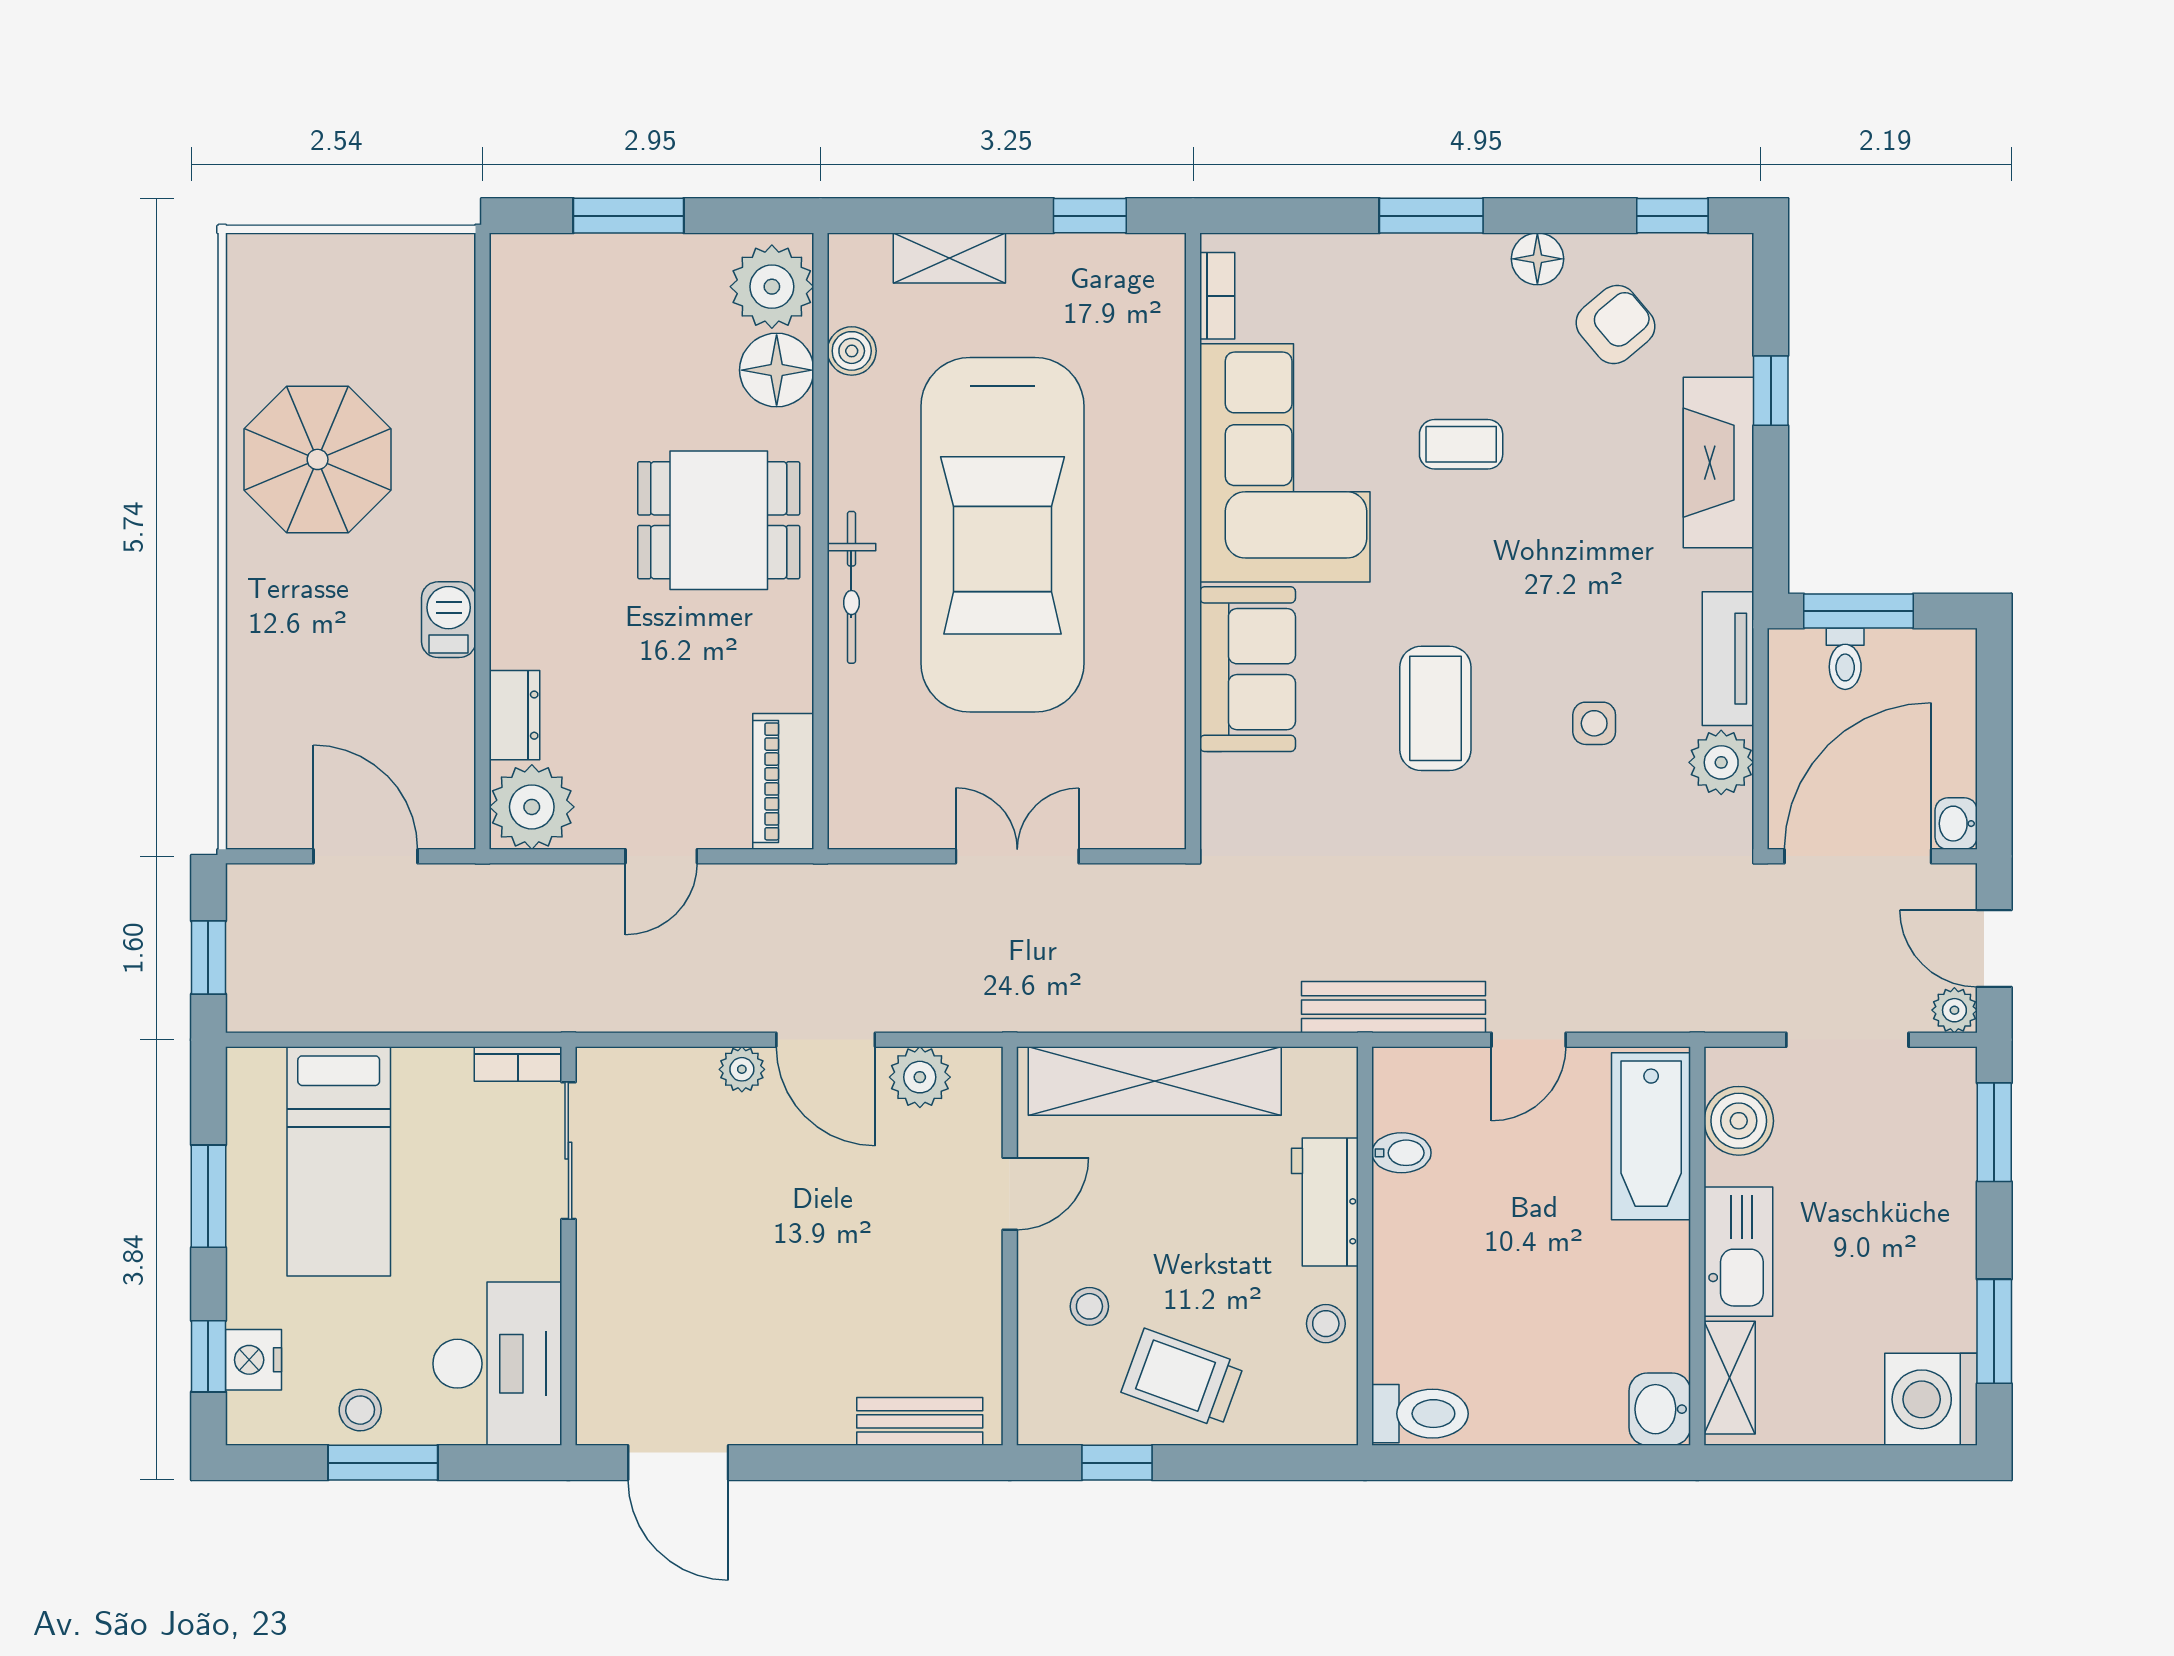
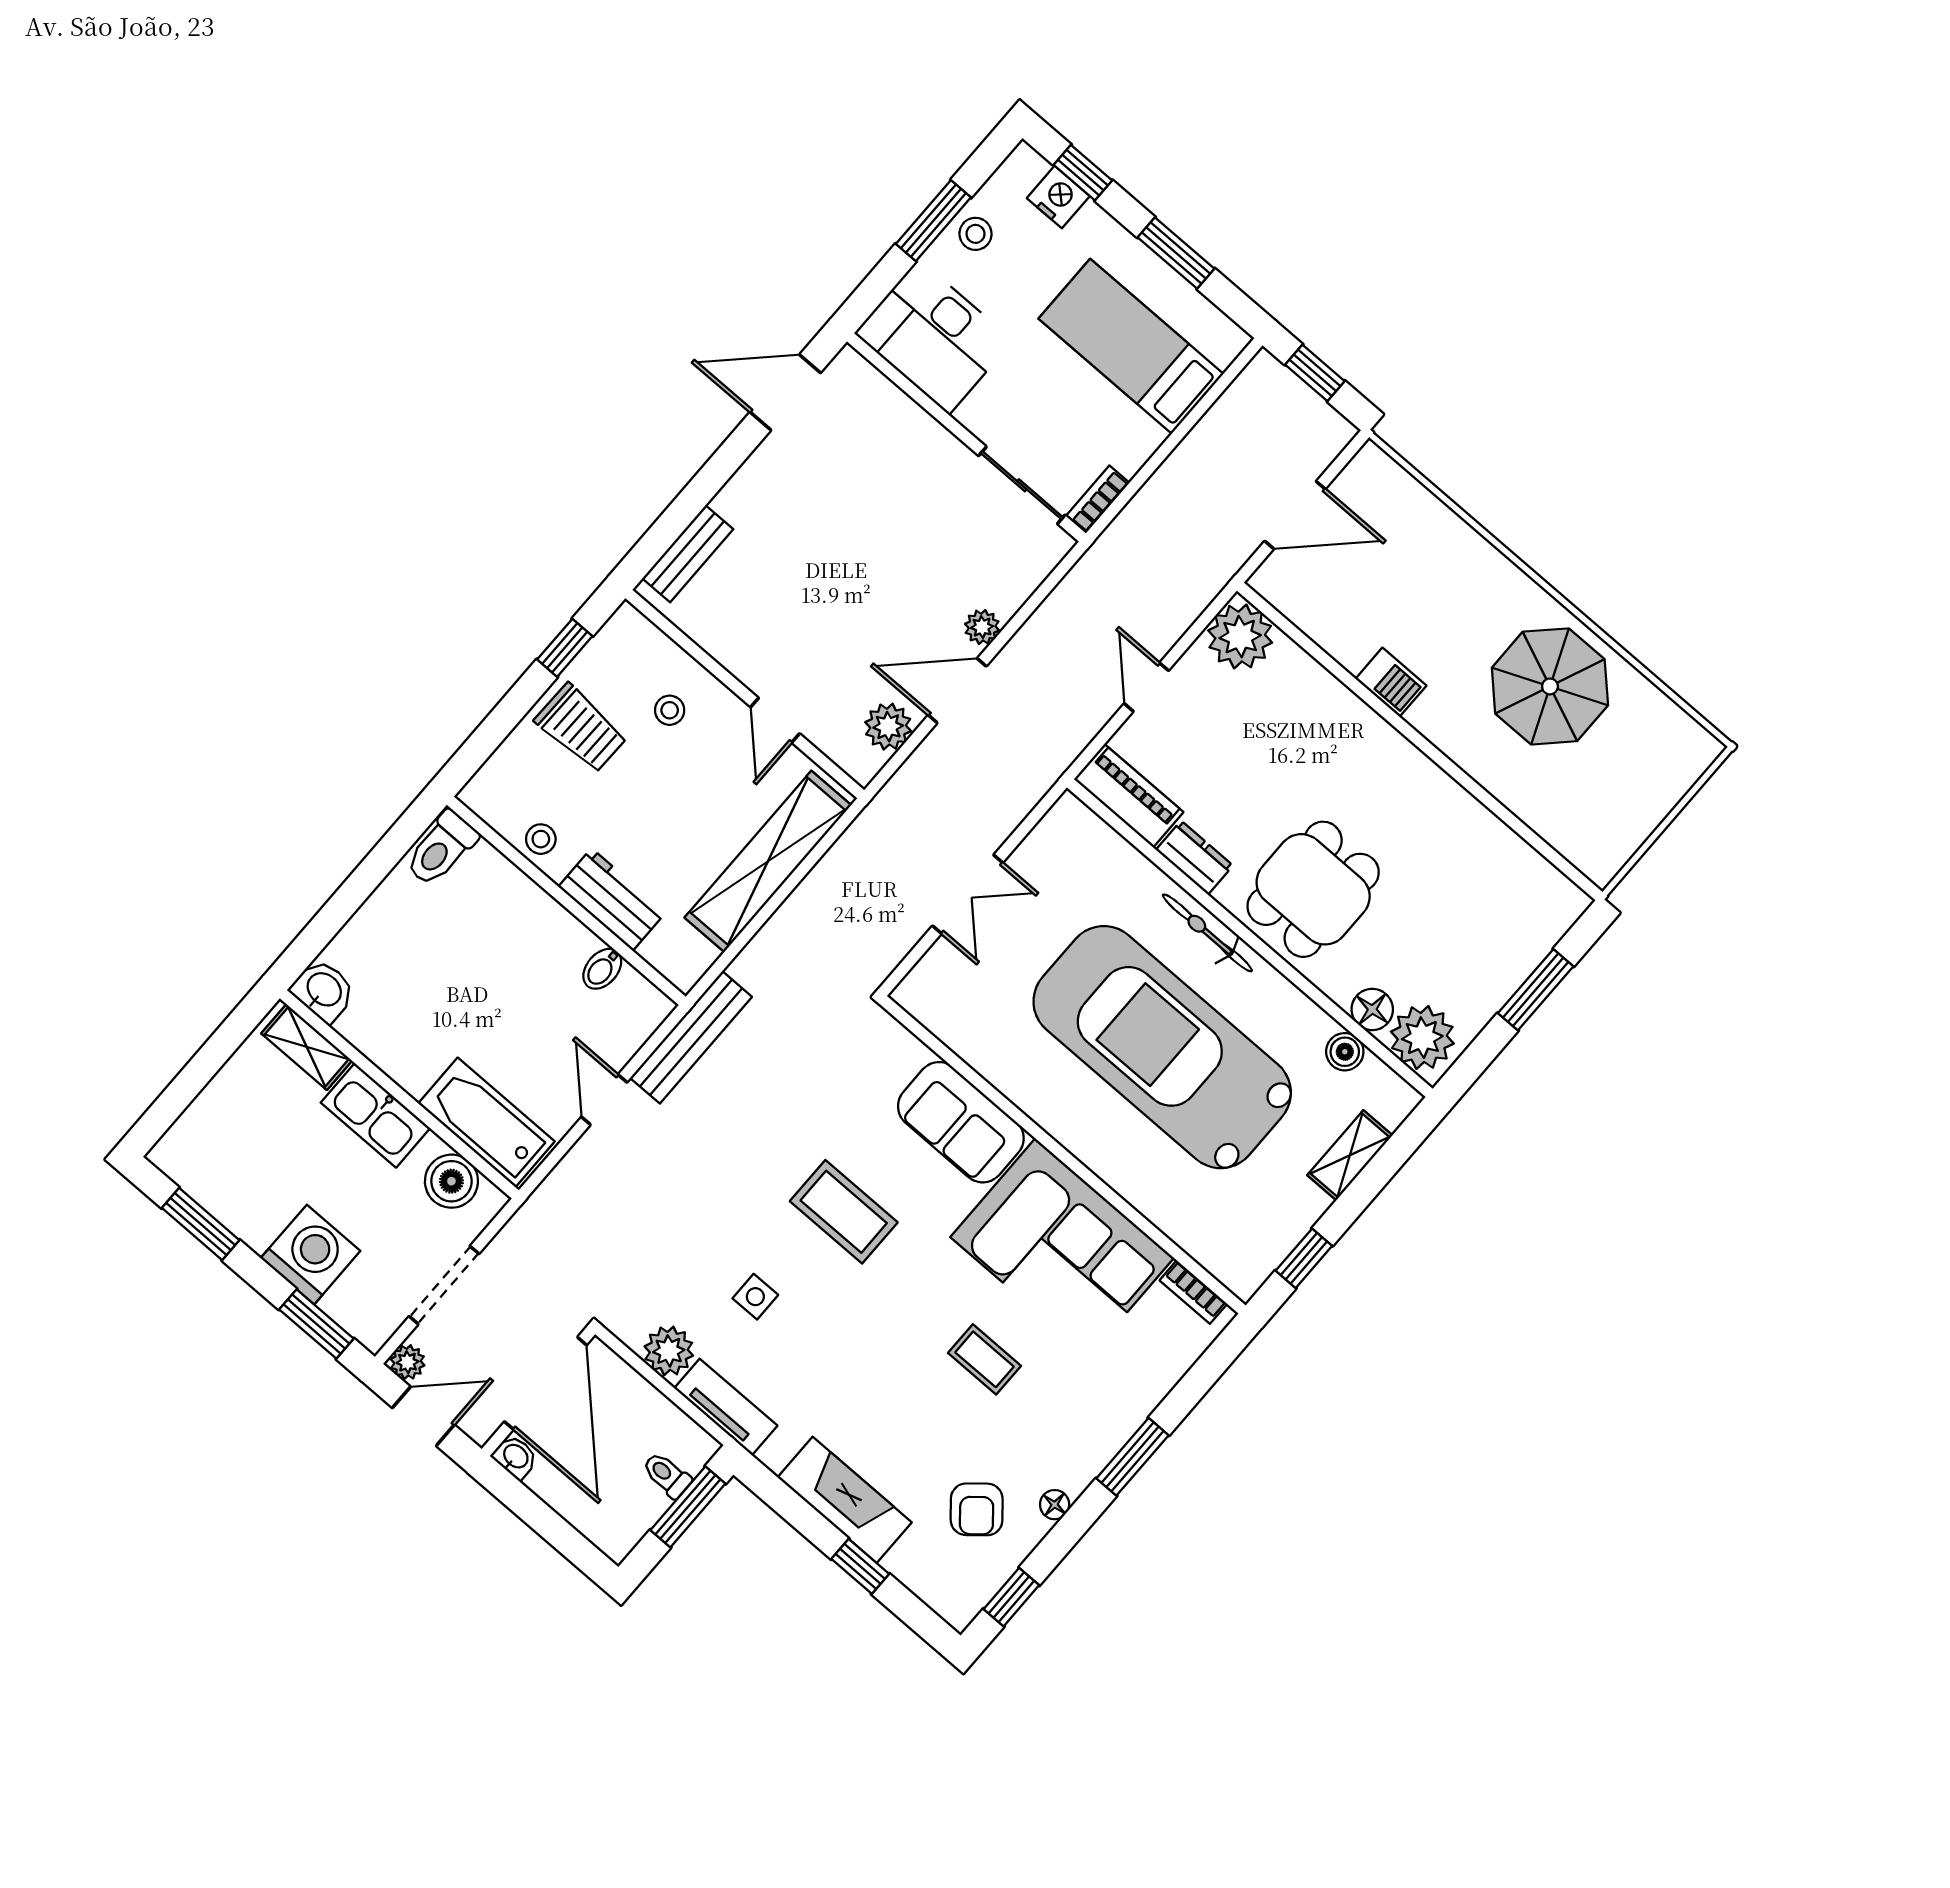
floor lamp: (1537, 259) -> (1055, 1505), width x0.73, depth x0.73
floor lamp: (777, 370) -> (1372, 1009), width x0.73, depth x0.73
coffee table: (1461, 444) -> (984, 1359), turned 90
dresser: (515, 715) -> (1194, 858), moved, turned 180
trolley: (1183, 1378) -> (581, 728), turned 71
washing machine: (1931, 1399) -> (310, 1255), moved

